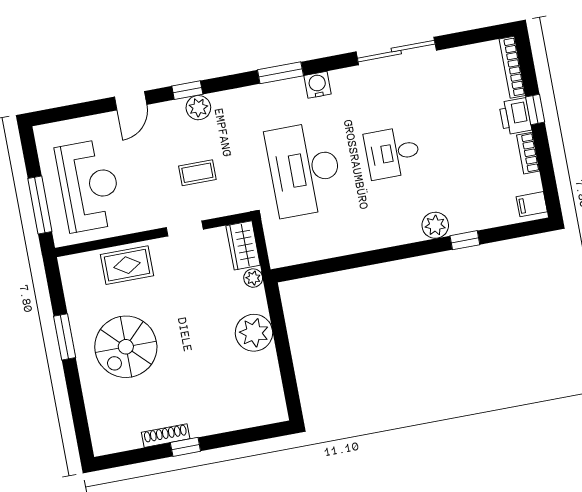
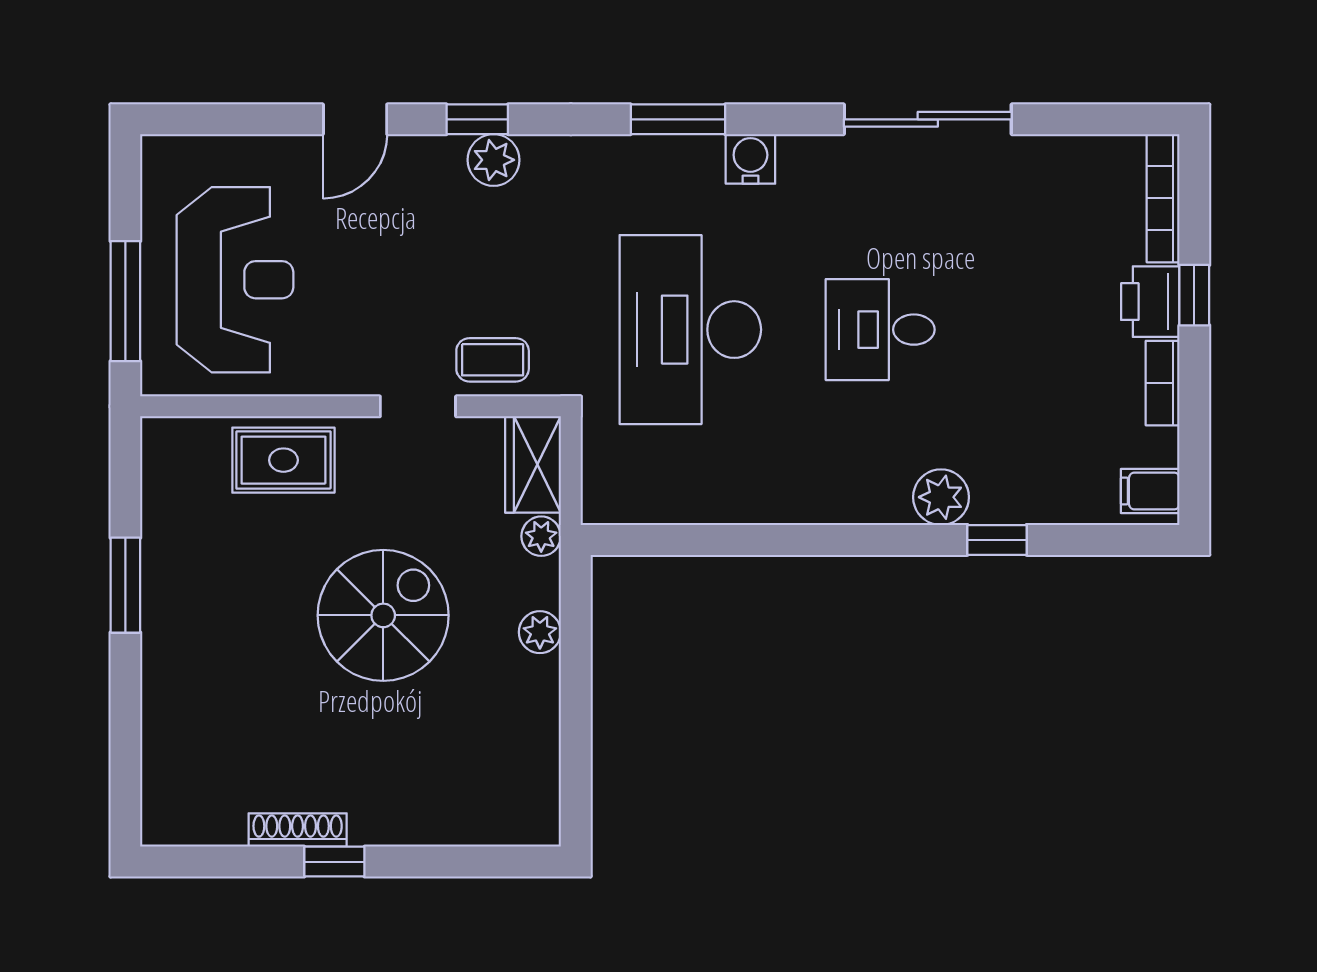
coffee table: (197, 173) -> (493, 360), moved
plant: (254, 333) -> (540, 632), width x0.53, depth x0.53
spiral stairs: (126, 347) -> (383, 615), moved, turned 180

